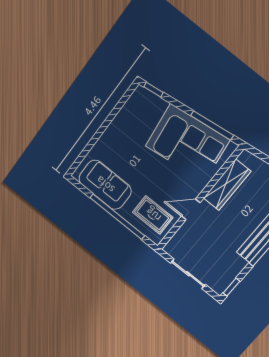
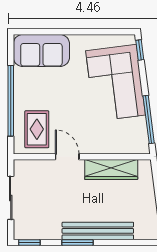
corner sofa: (187, 143) -> (116, 83), moved
sofa: (105, 185) -> (41, 51), moved, turned 90

